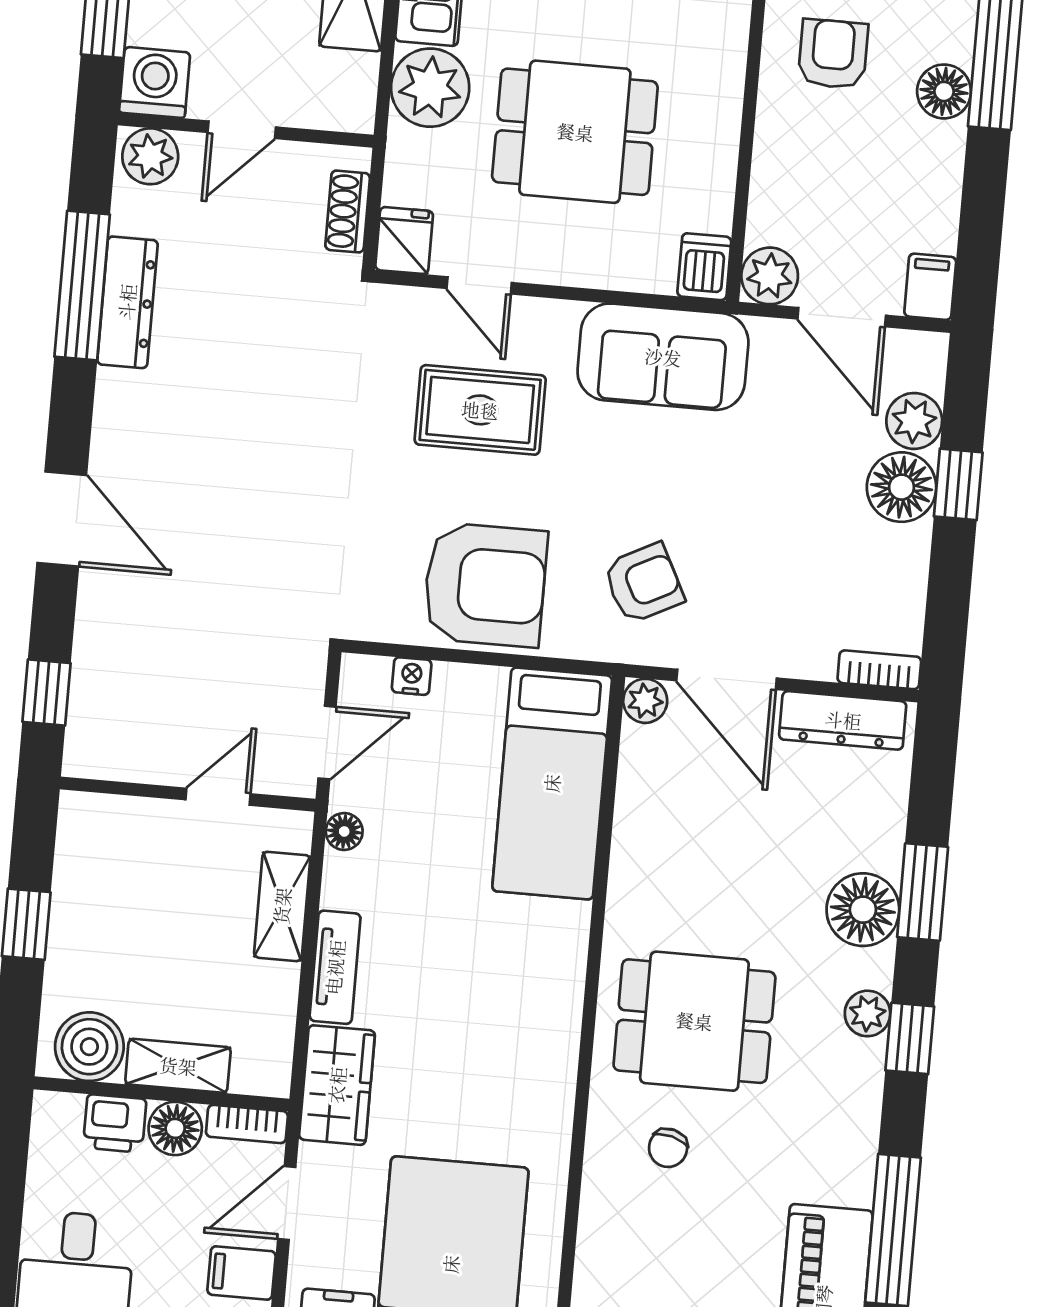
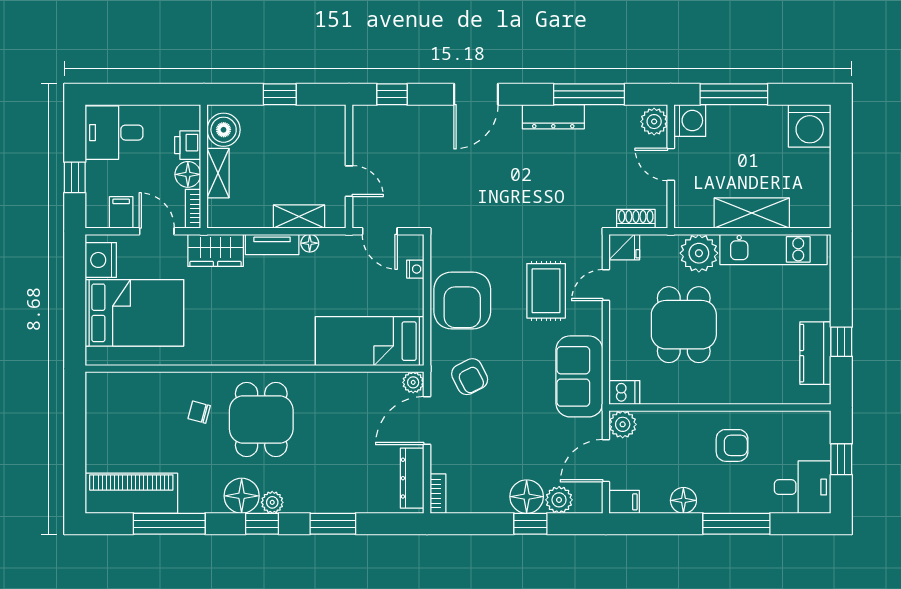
floor lamp: (944, 91) -> (683, 500), moved
dresser: (127, 302) -> (553, 117), moved
floor lamp: (344, 831) -> (310, 243), moved
floor lamp: (863, 910) -> (242, 496), moved

